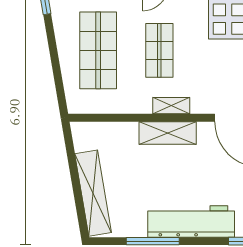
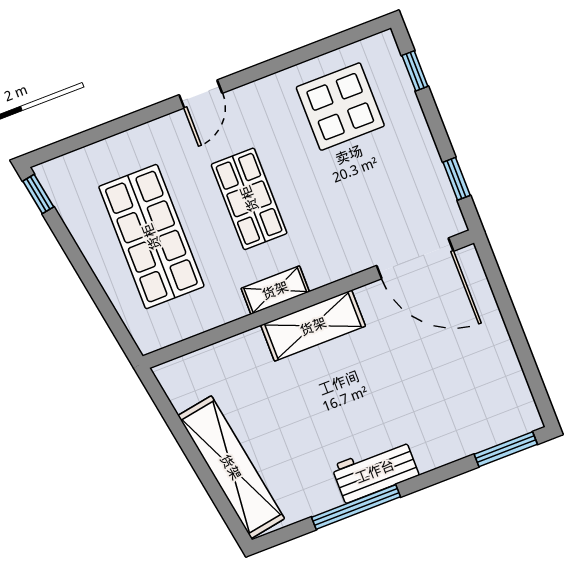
shelving: (171, 106) -> (275, 290), moved
workbench: (191, 221) -> (375, 471), width x0.53, depth x0.76

